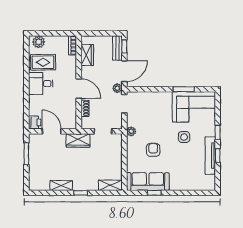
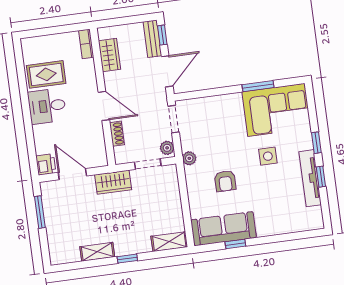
plant: (39, 42) -> (36, 45), removed
plant: (117, 88) -> (167, 148), moved
armchair: (153, 150) -> (225, 181), turned 180

